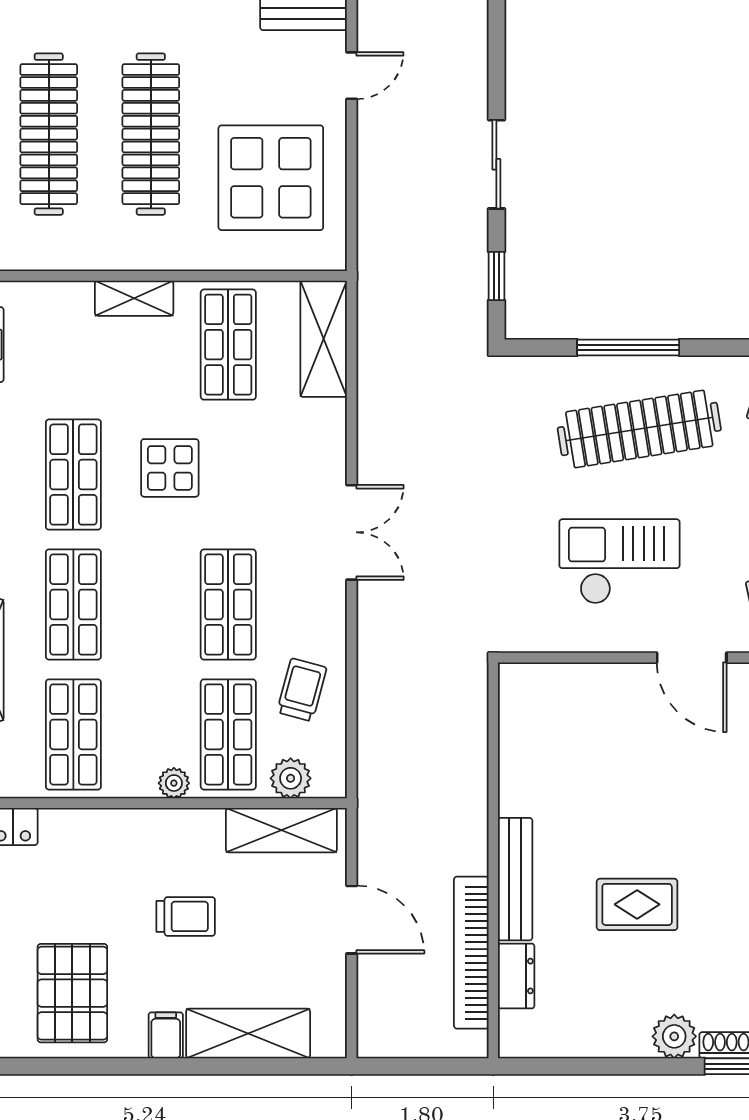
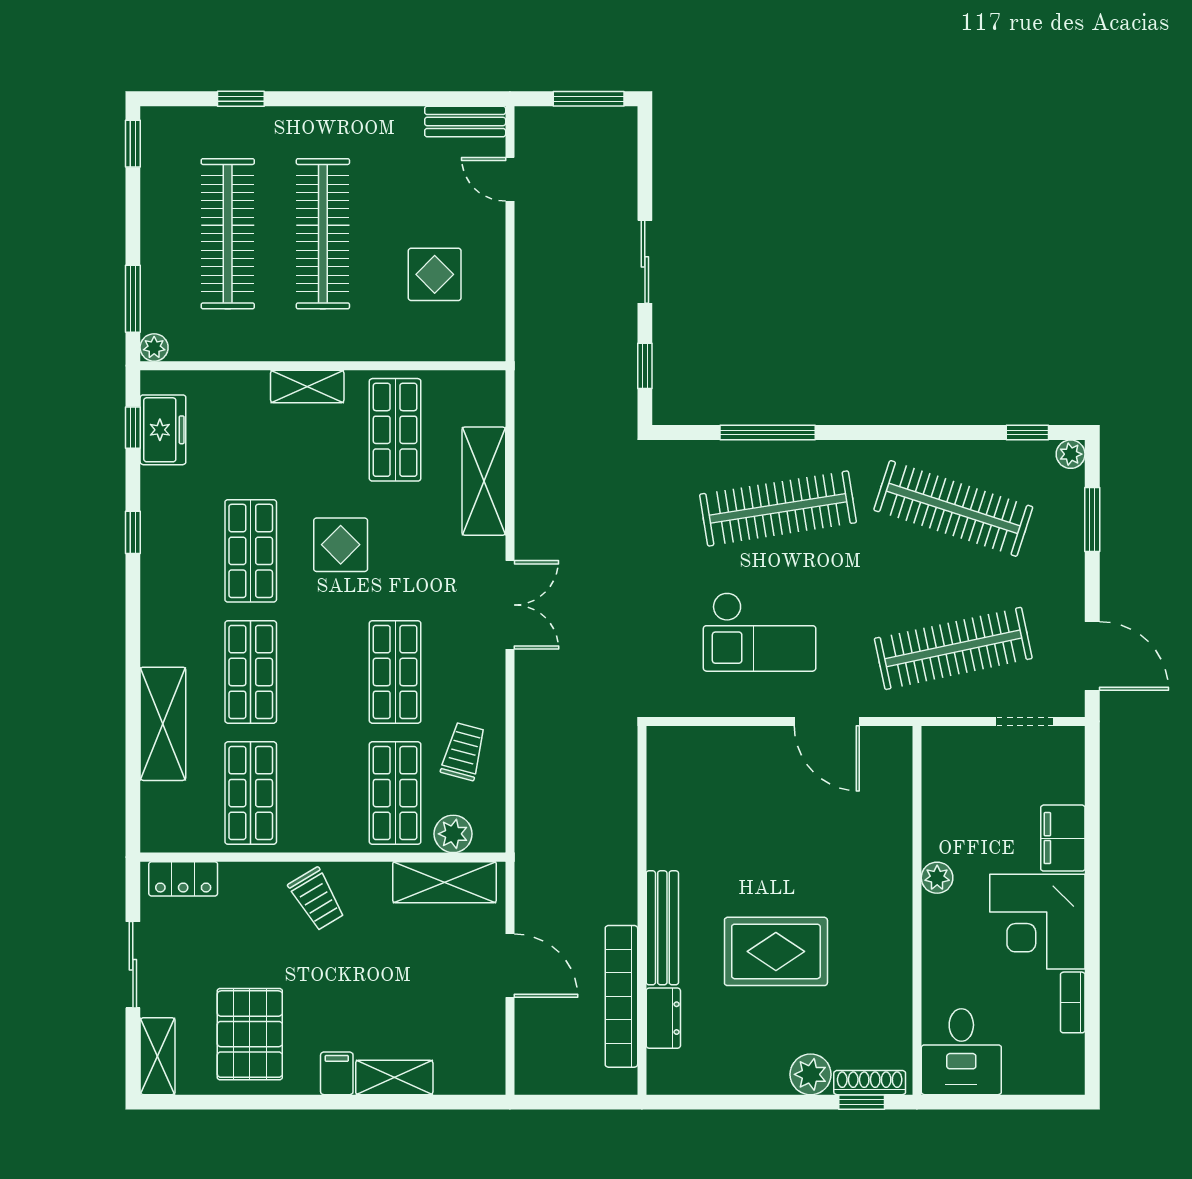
door: (352, 76) -> (510, 179), swing flipped
display table: (271, 178) -> (435, 274), width x0.54, depth x0.54
shelving: (324, 339) -> (484, 481), moved
checkout: (619, 561) -> (760, 632), turned 180
plant: (174, 783) -> (344, 838), removed
rug: (637, 904) -> (776, 951), width x1.36, depth x1.43
trolley: (186, 916) -> (317, 899), moved, turned 59
shelving: (248, 1033) -> (394, 1077), width x0.67, depth x0.75

